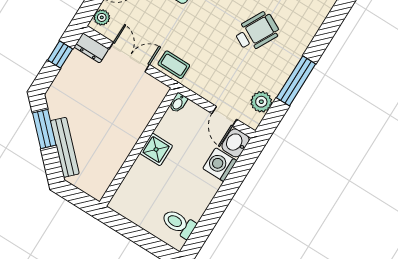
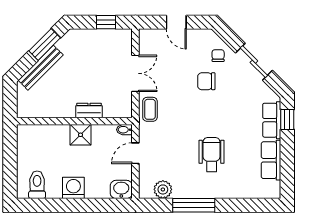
plant: (102, 17) -> (152, 36), removed
wheelchair: (257, 32) -> (212, 154), turned -118
dresser: (91, 48) -> (89, 110), moved, turned 90
door: (224, 116) -> (135, 153), moved
washing machine: (220, 165) -> (73, 188), moved

